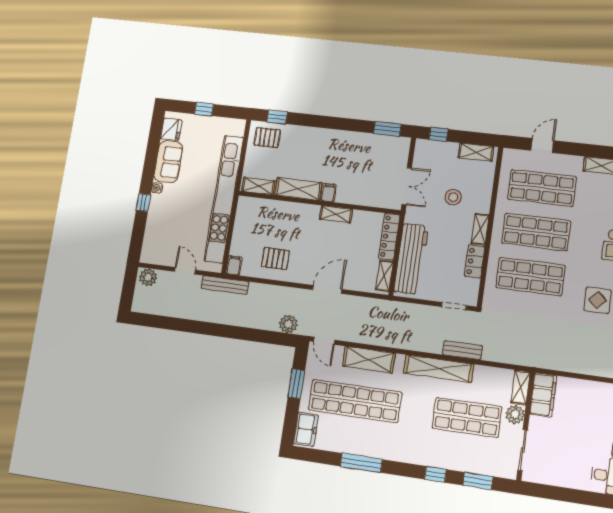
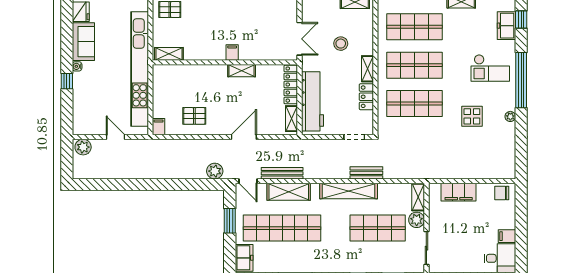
shelving: (298, 189) -> (205, 52), removed
bench: (225, 285) -> (282, 173), moved
filing cabinet: (543, 395) -> (459, 192), moved, turned 90

